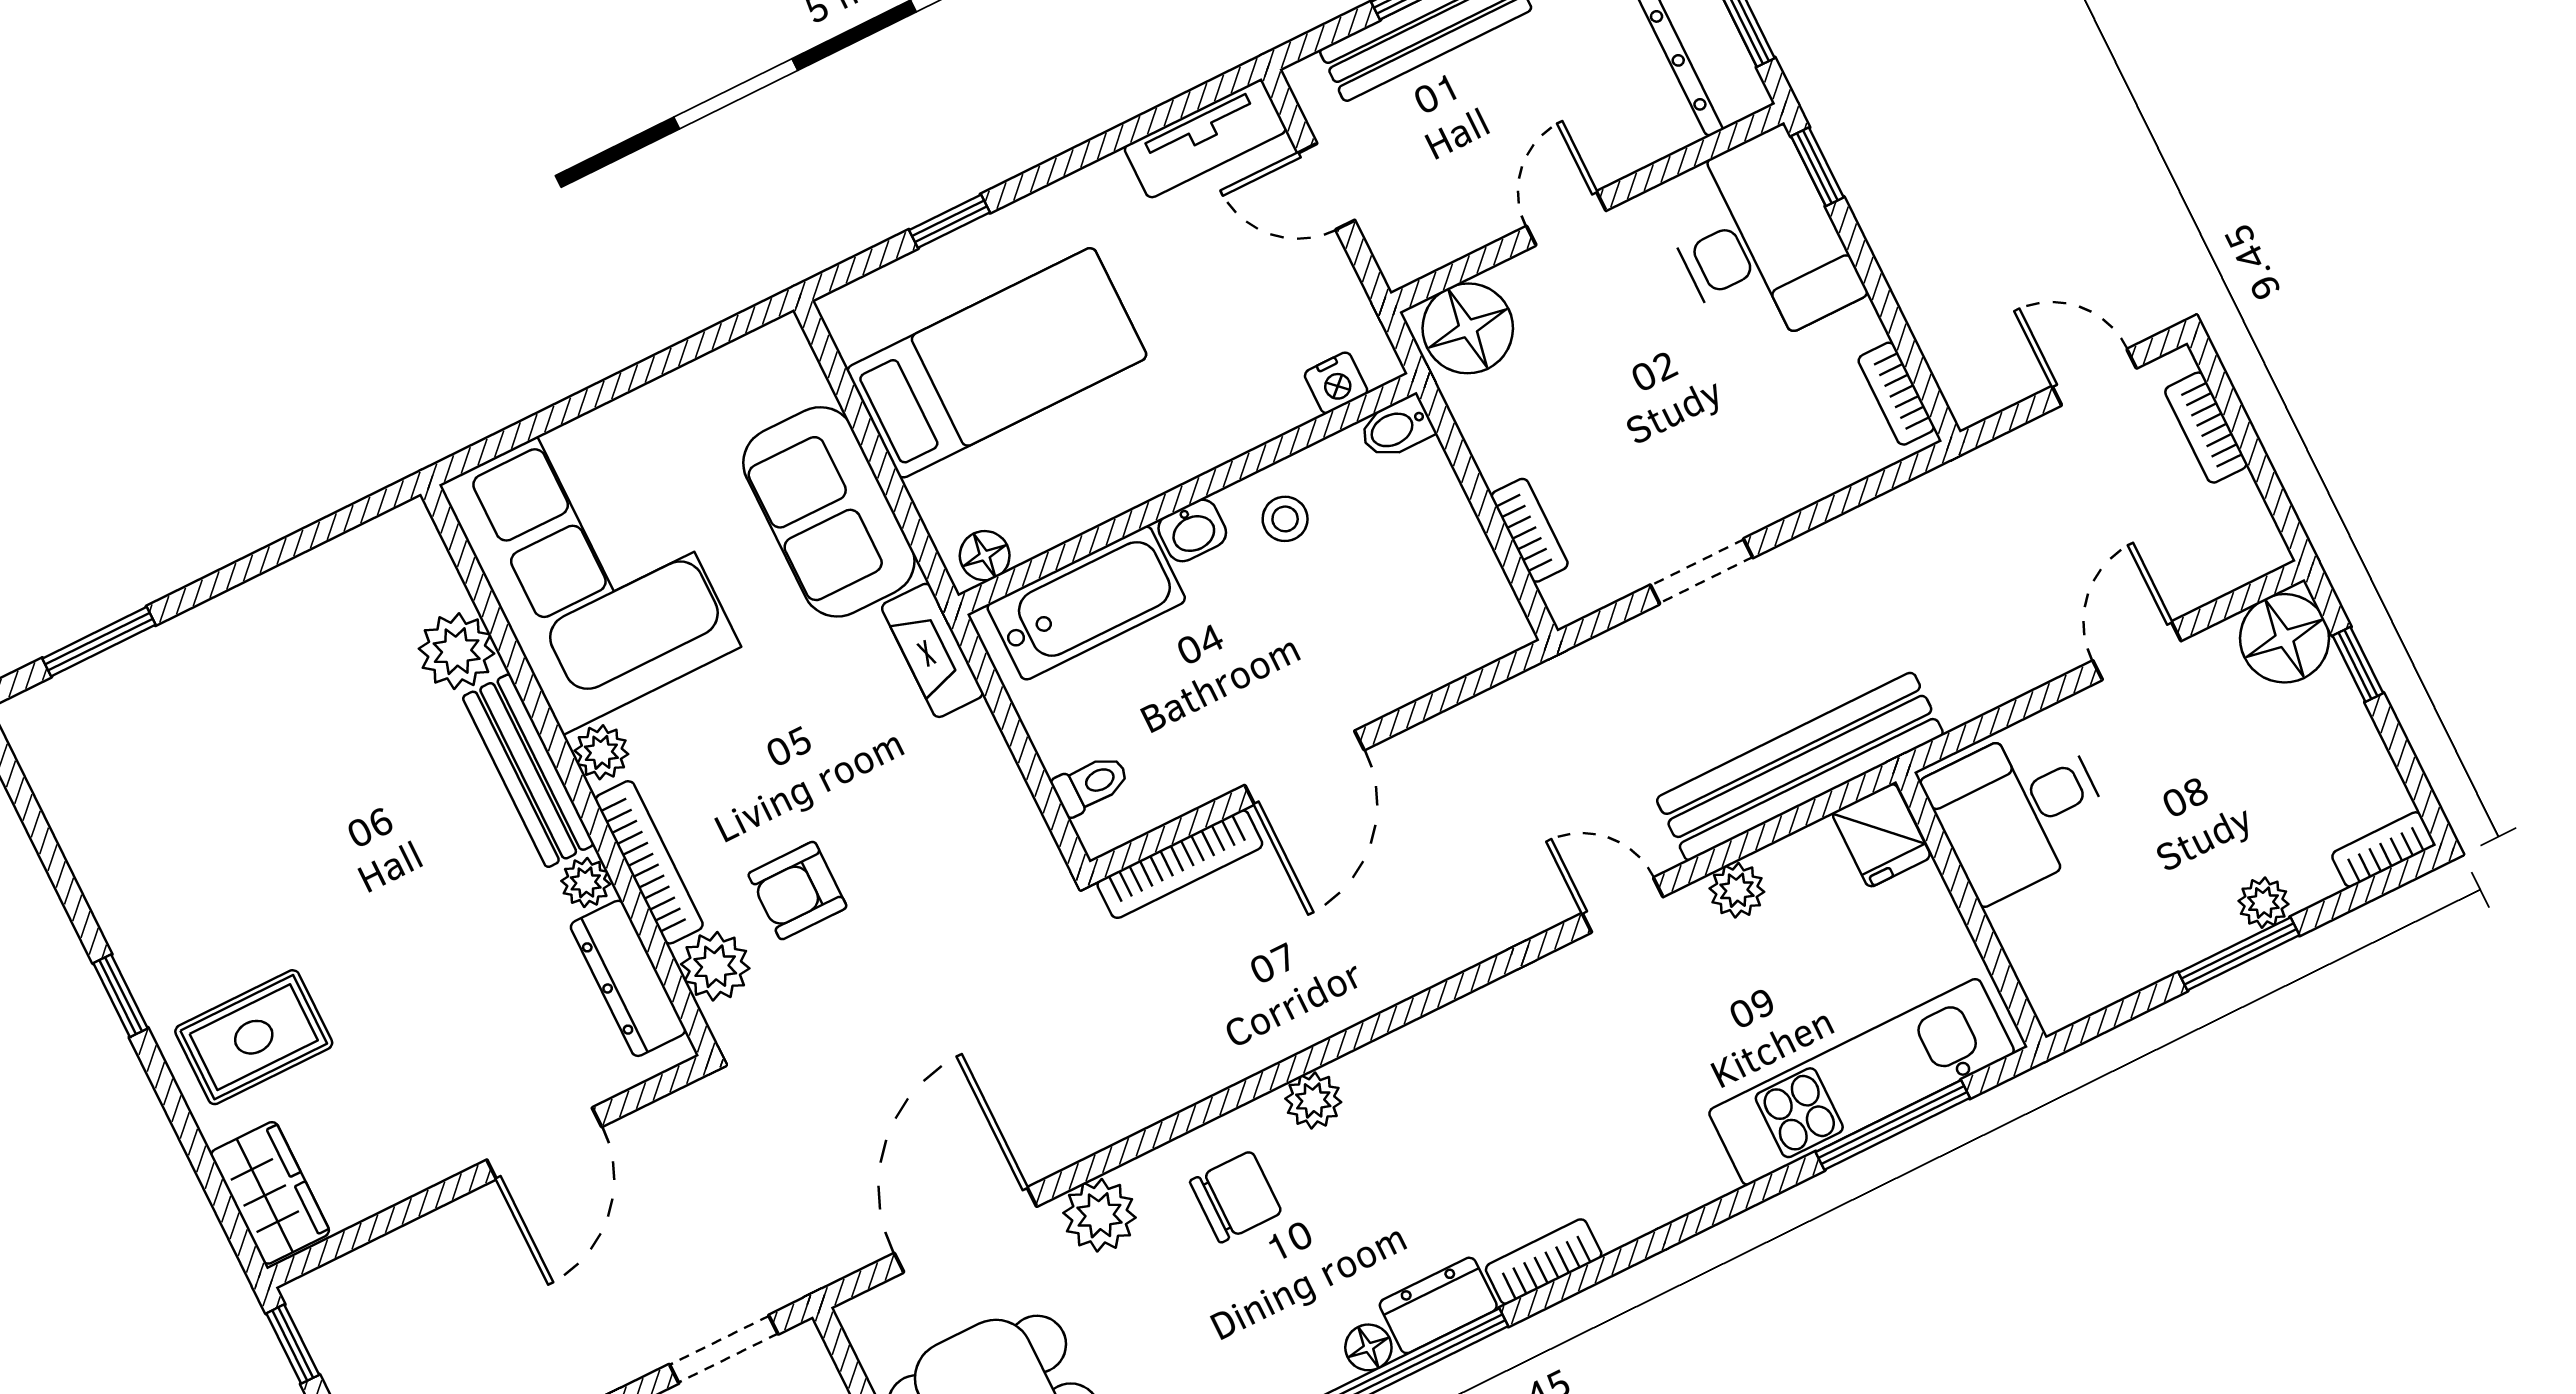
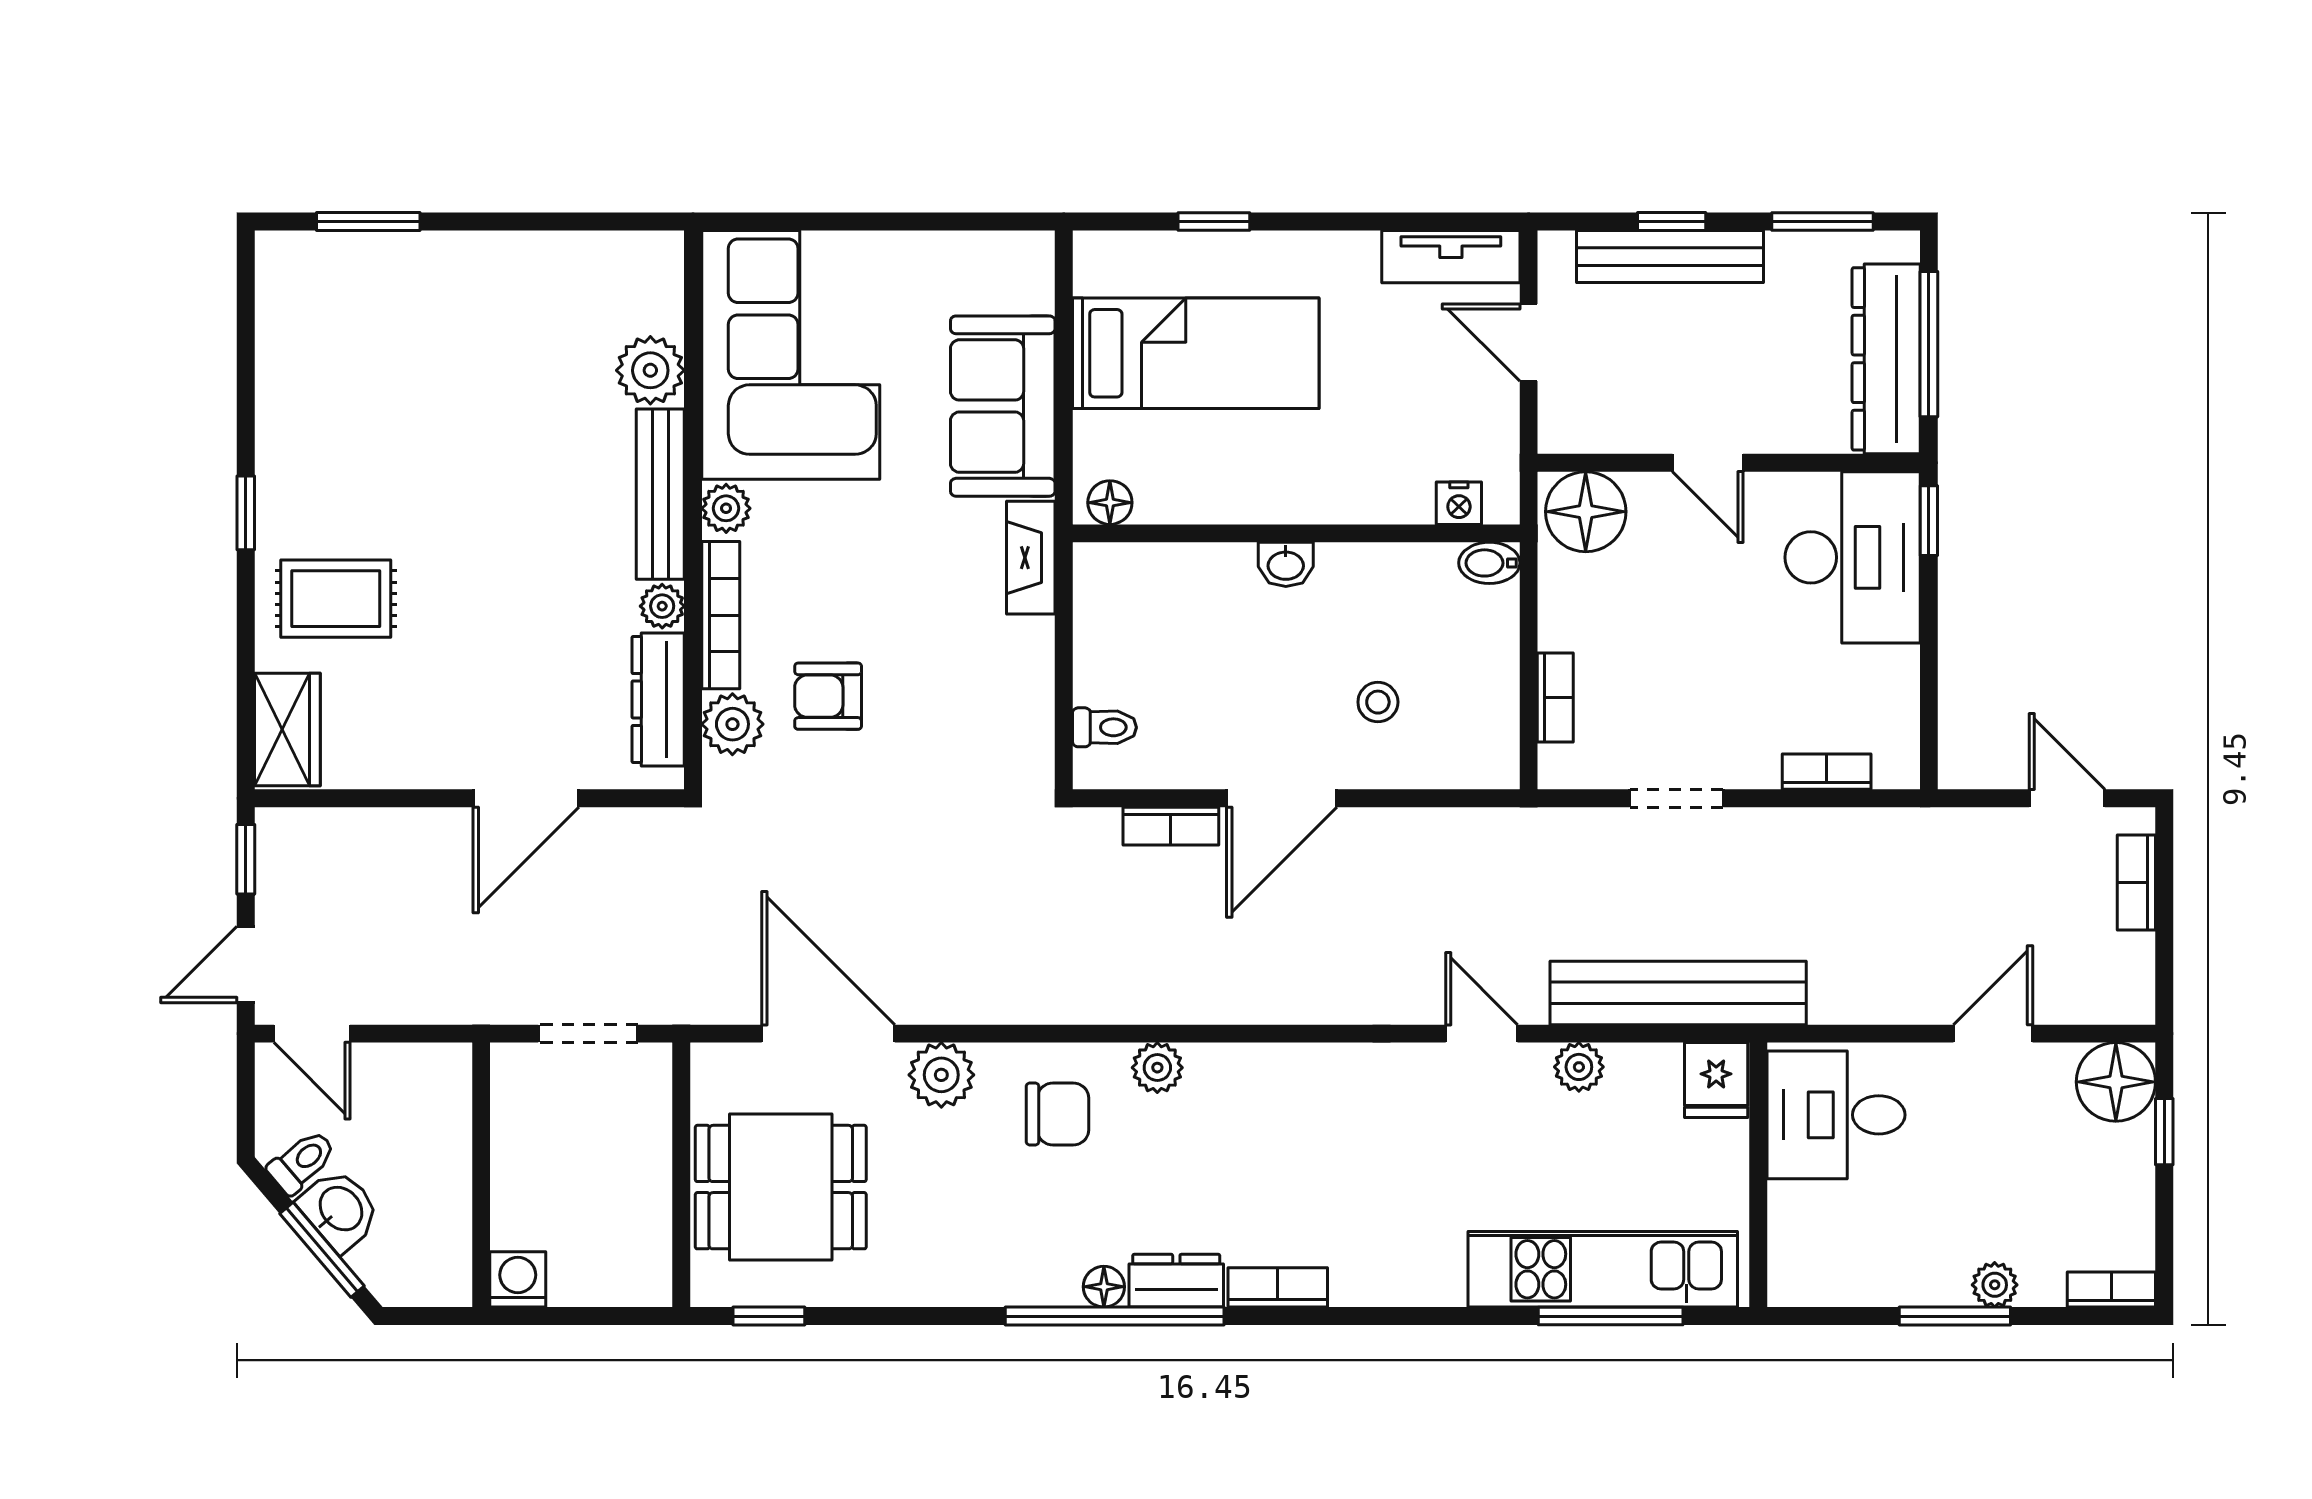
door: (1566, 218) -> (1708, 463), swing flipped
bookcase: (1896, 394) -> (1827, 772), moved, turned 90
stool: (1285, 519) -> (1378, 702), moved
bathtub: (1086, 603) -> (1172, 580), removed
bookcase: (1180, 864) -> (1171, 826), width x0.64
door: (965, 1230) -> (828, 1034), hinge flipped

